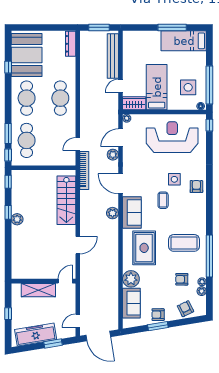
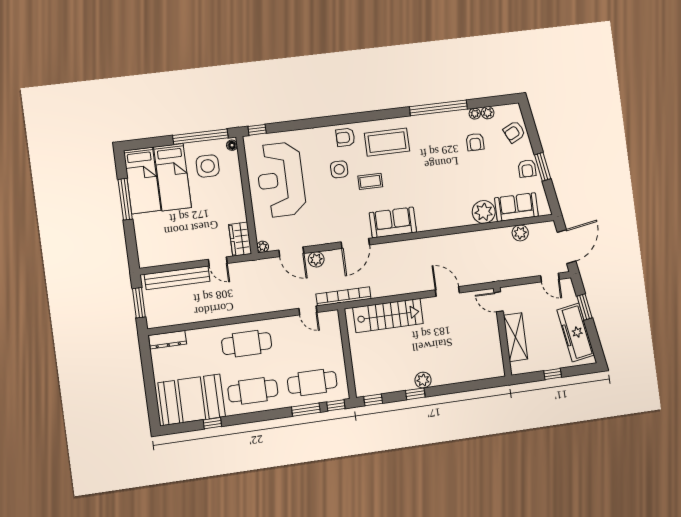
bed: (157, 87) -> (173, 177), moved, turned -90
plant: (113, 213) -> (520, 233), moved
coffee table: (184, 243) -> (387, 142), moved, turned 90
rug: (144, 248) -> (439, 199), removed

